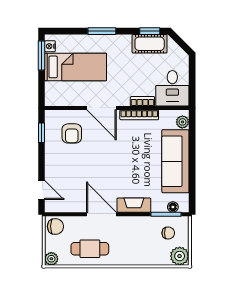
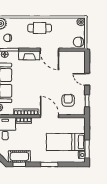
door: (42, 190) -> (87, 79), moved
cafe table: (90, 249) -> (40, 28), moved

